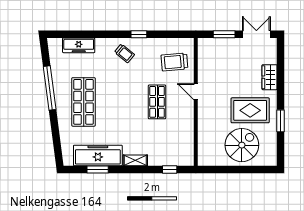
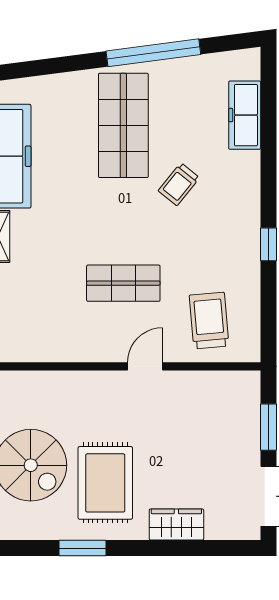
trolley: (124, 53) -> (179, 184), moved
shop shelf: (84, 102) -> (123, 125), turned 90

